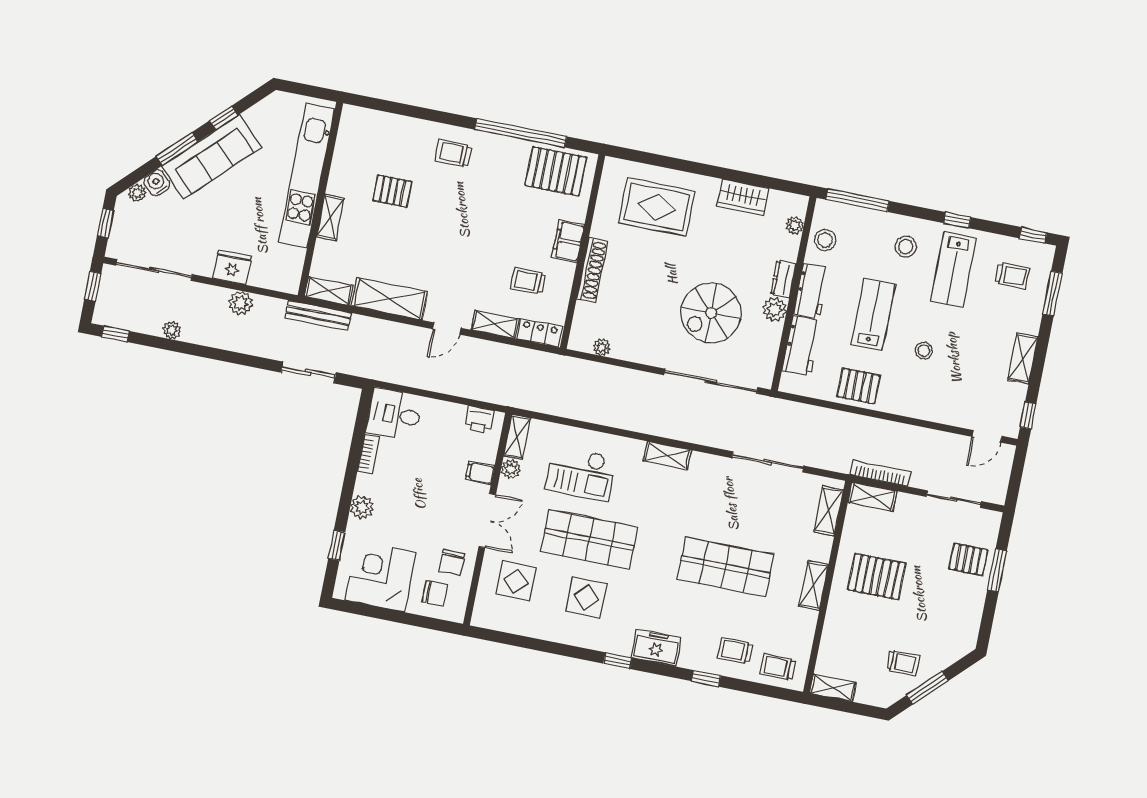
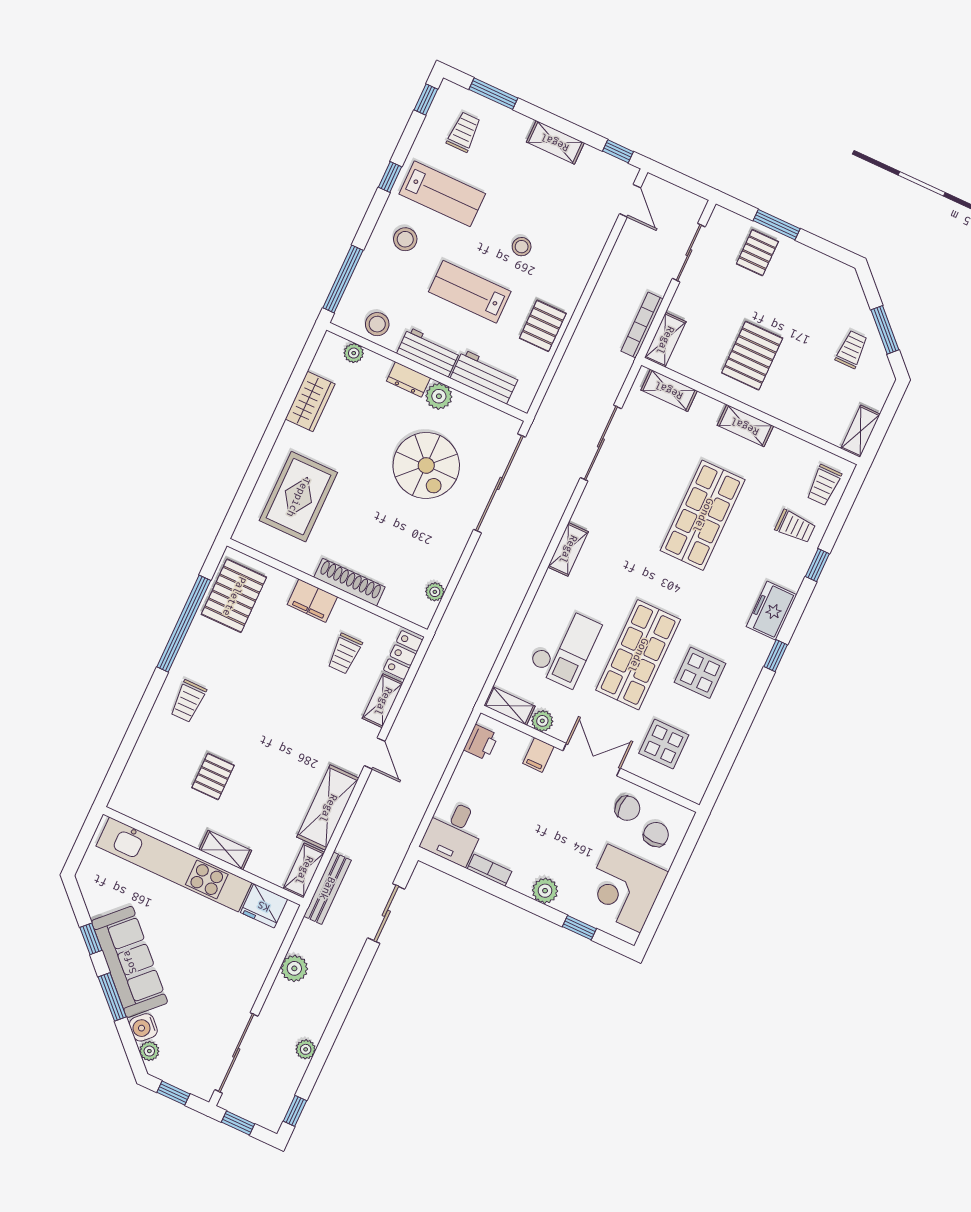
fridge: (232, 267) -> (264, 906), moved, turned -90
trolley: (735, 651) -> (795, 527), turned -90

